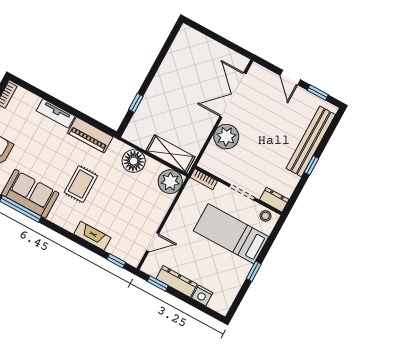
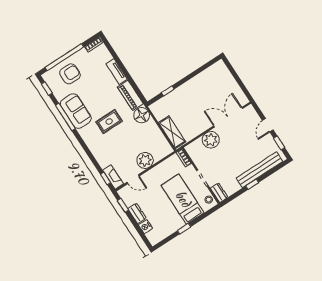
floor lamp: (134, 161) -> (142, 115), moved
plant: (170, 182) -> (145, 160), moved
fireplace: (92, 236) -> (113, 177), moved
dresser: (177, 281) -> (137, 213), width x0.70

